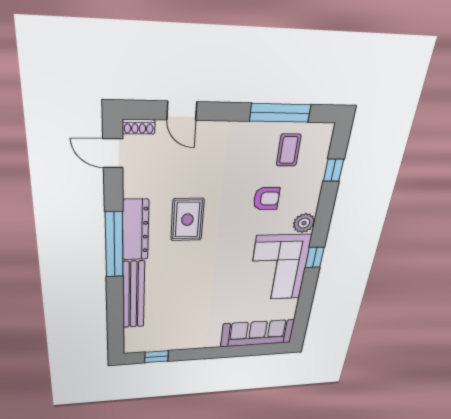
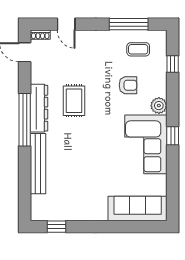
coffee table: (289, 150) -> (138, 49), turned 90

